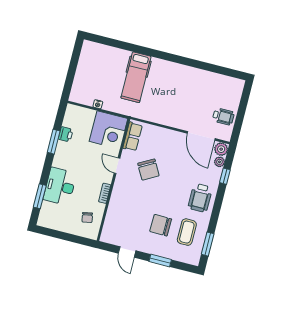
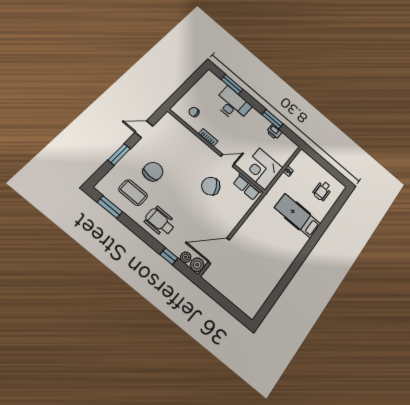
wheelchair: (223, 116) -> (322, 191), moved

